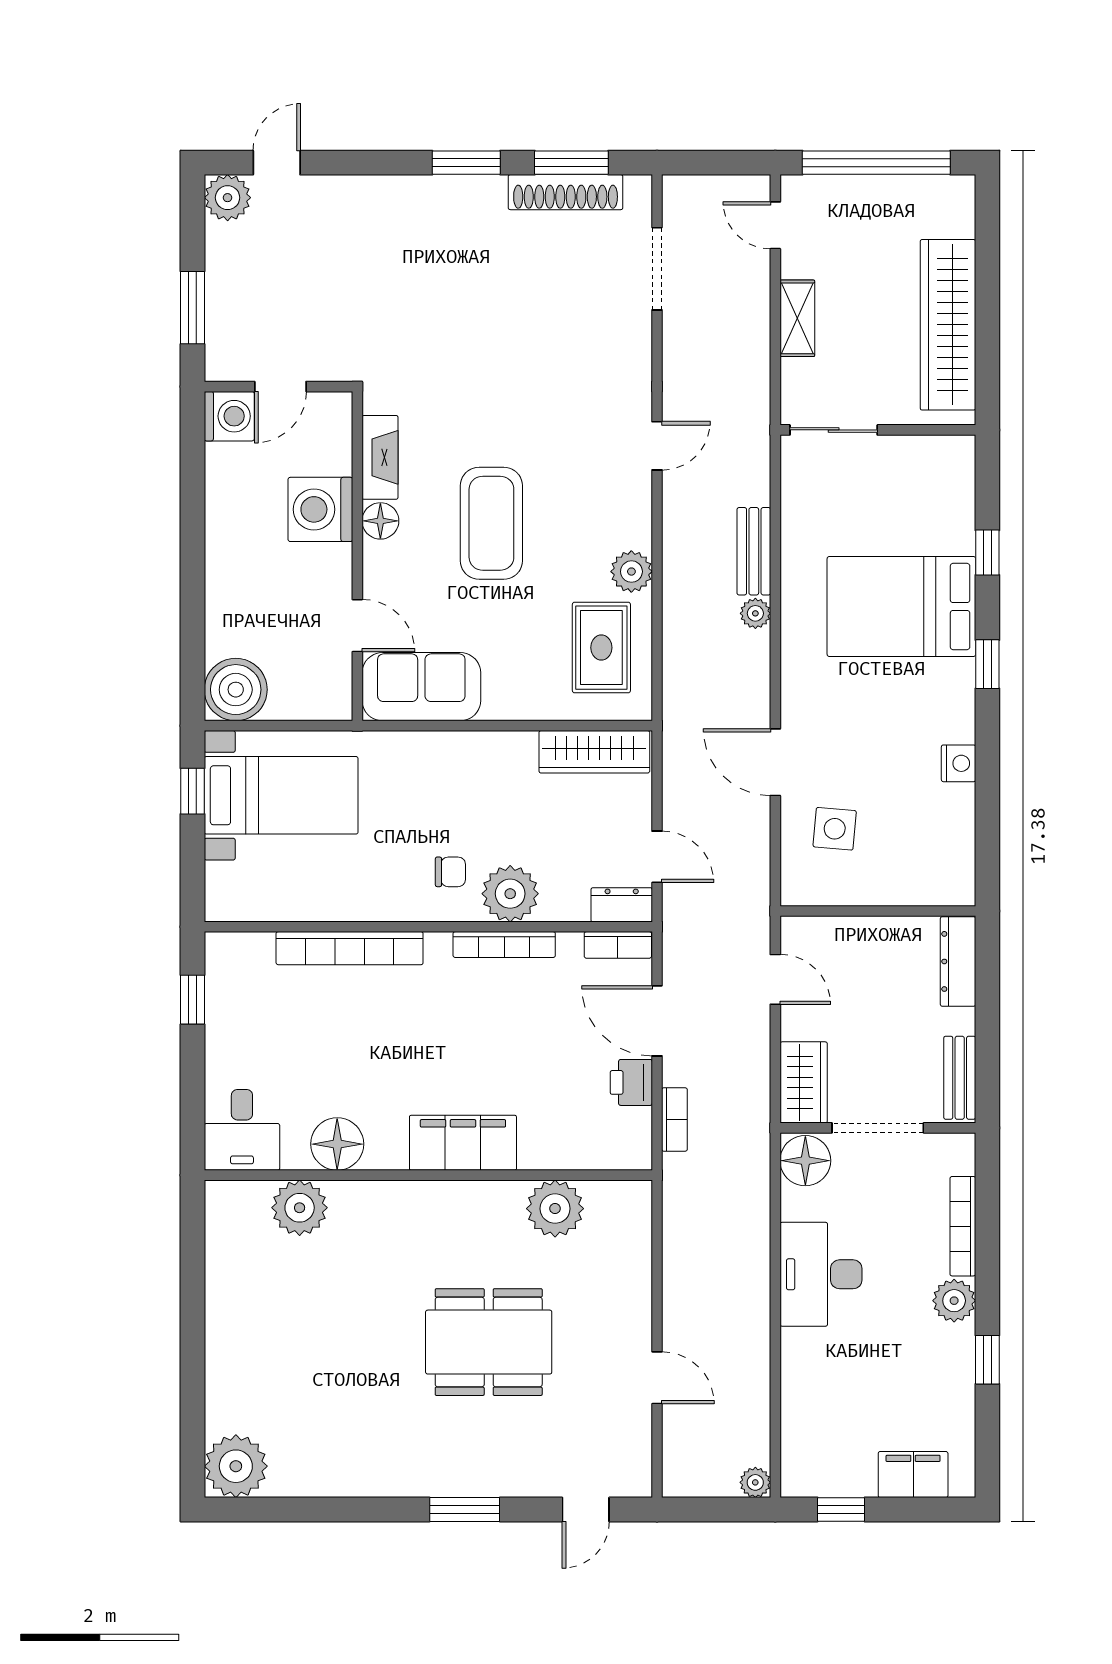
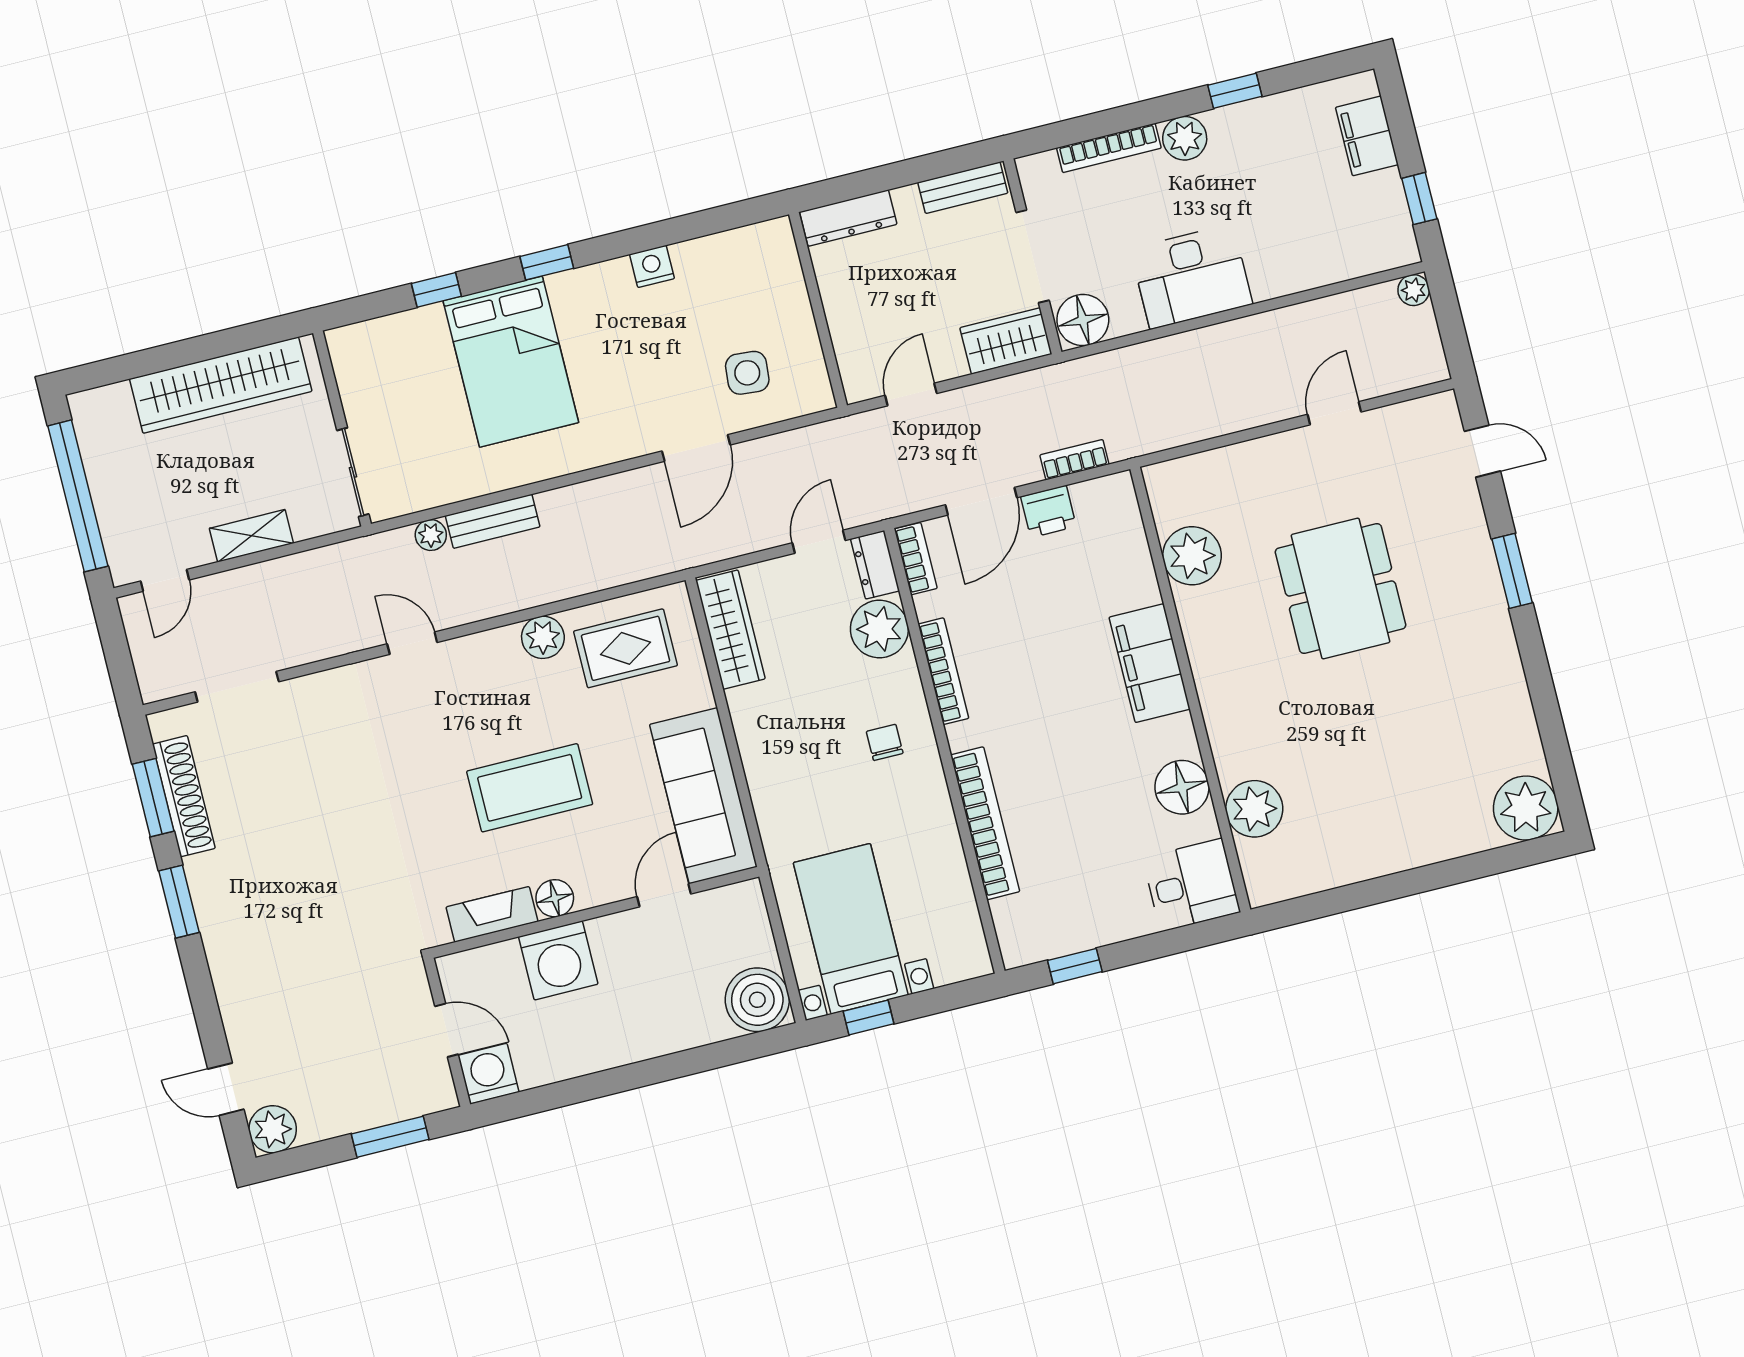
plant: (755, 613) -> (431, 535), moved
sofa: (421, 687) -> (703, 796), width x1.36
plant: (510, 894) -> (879, 629), moved

